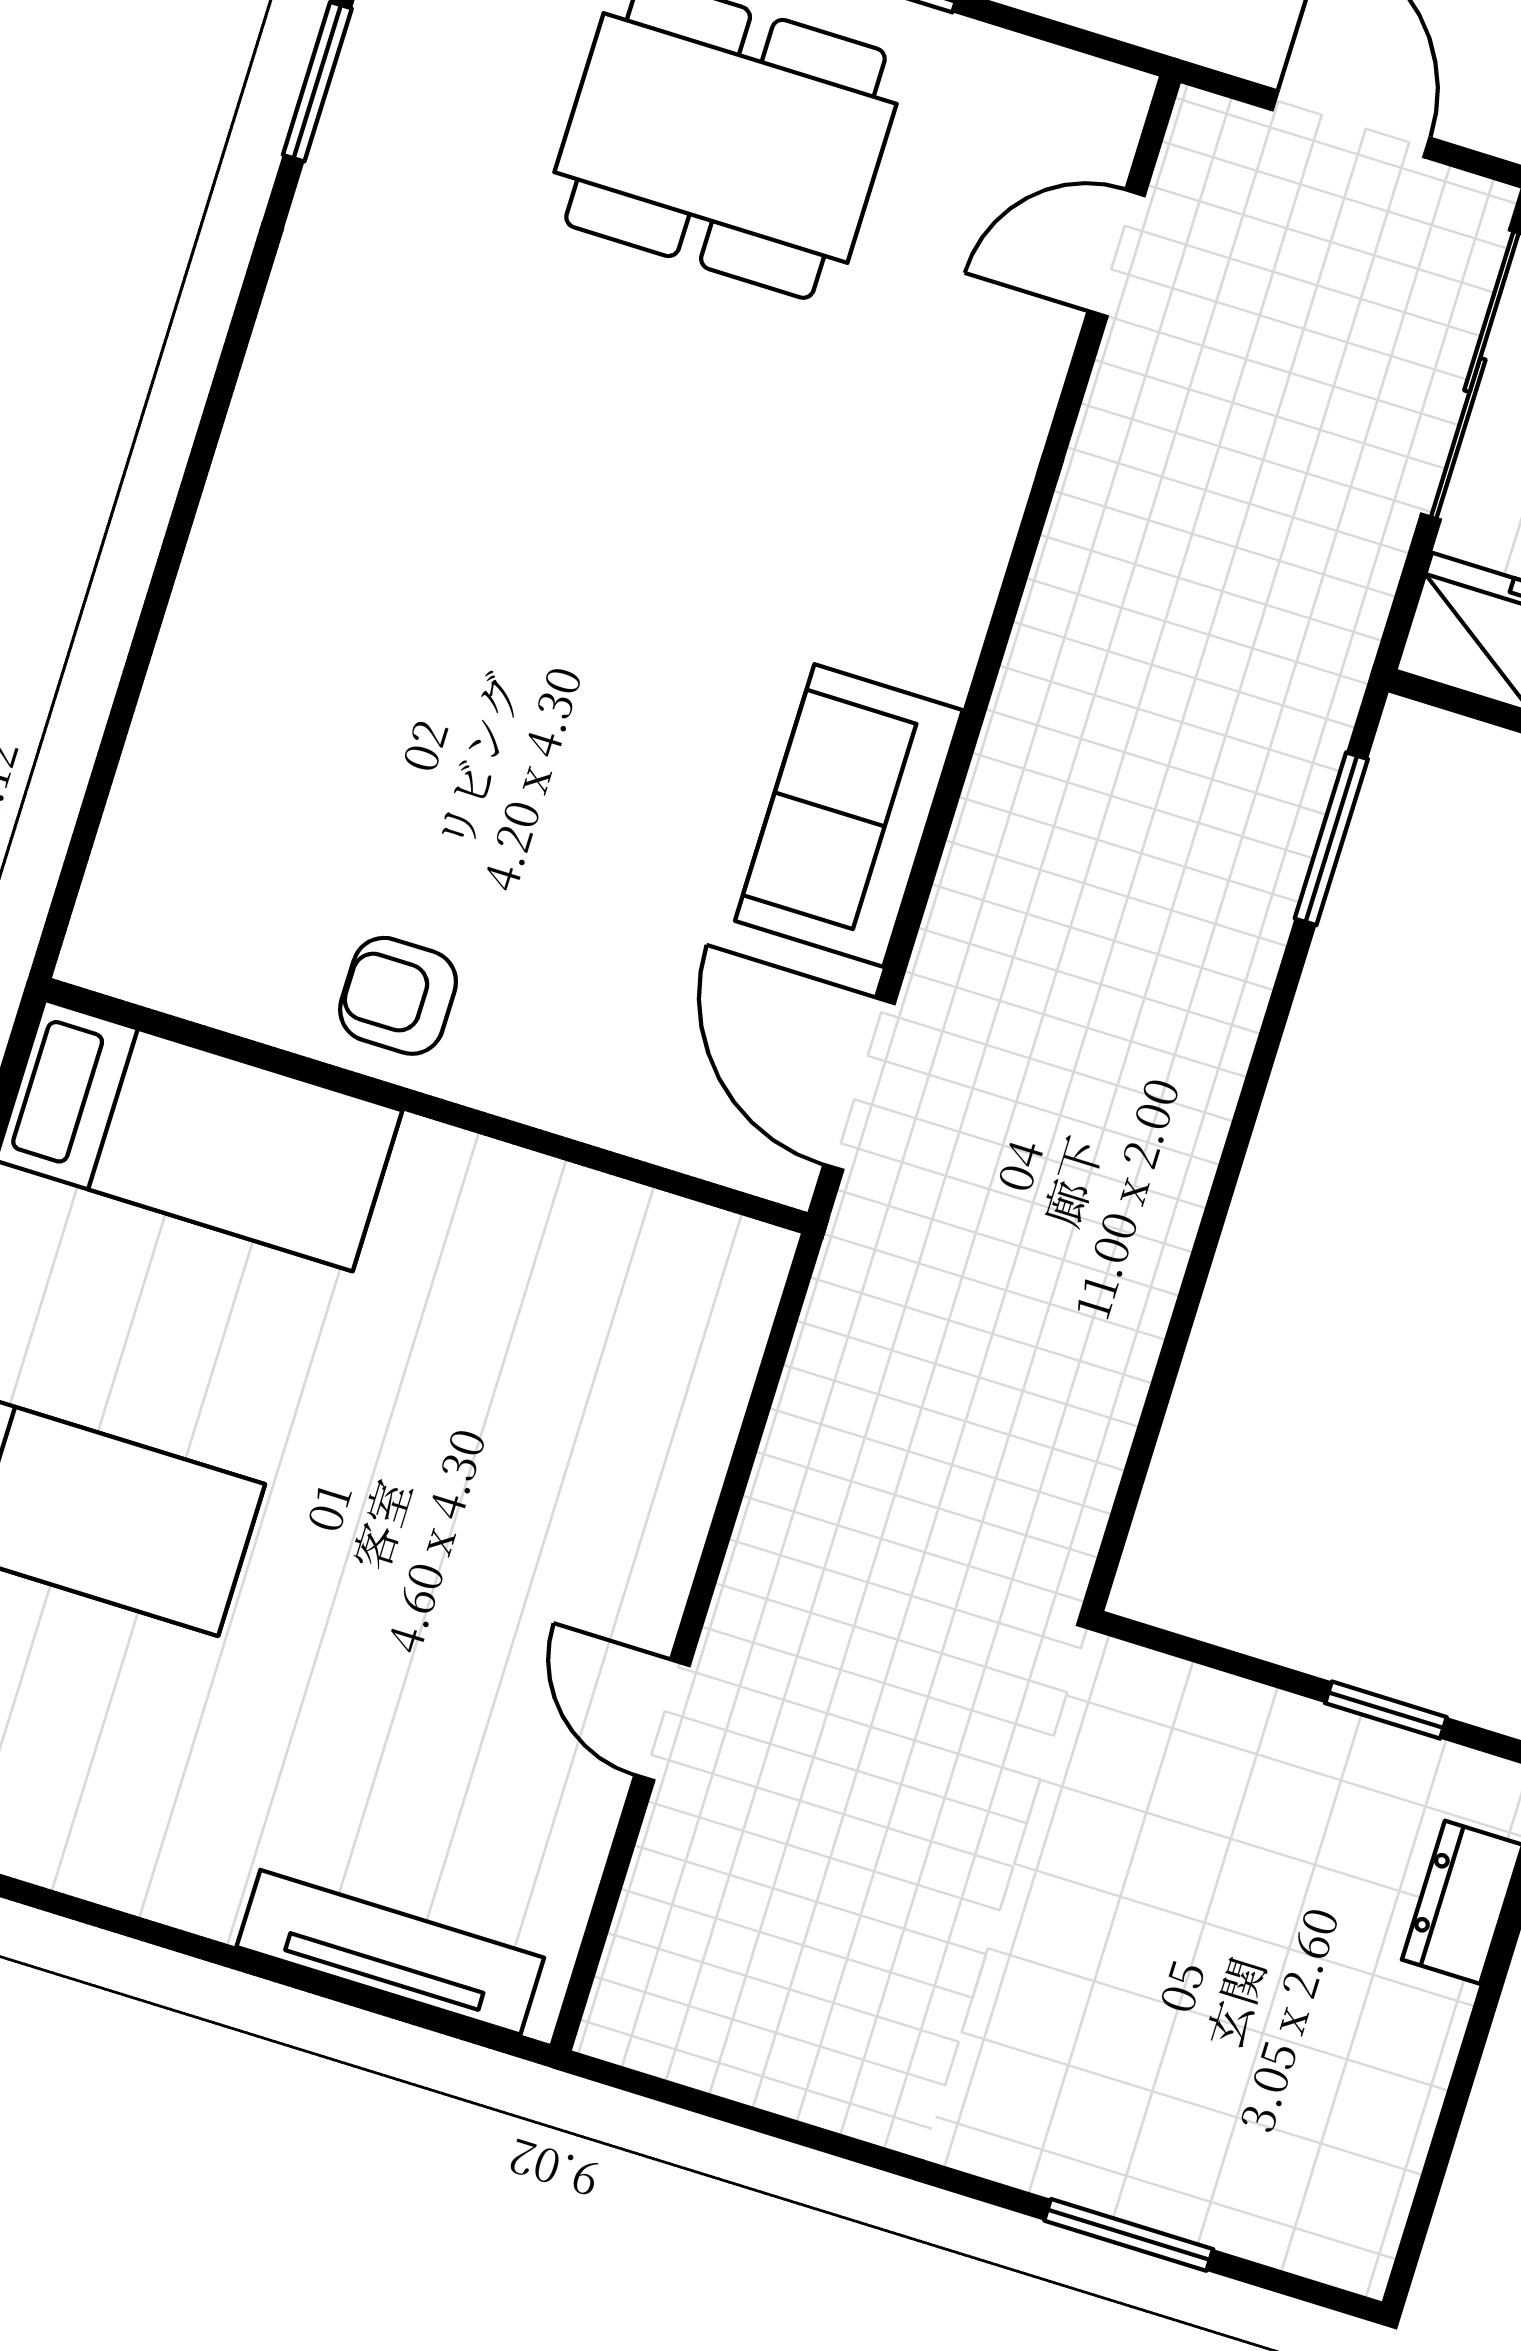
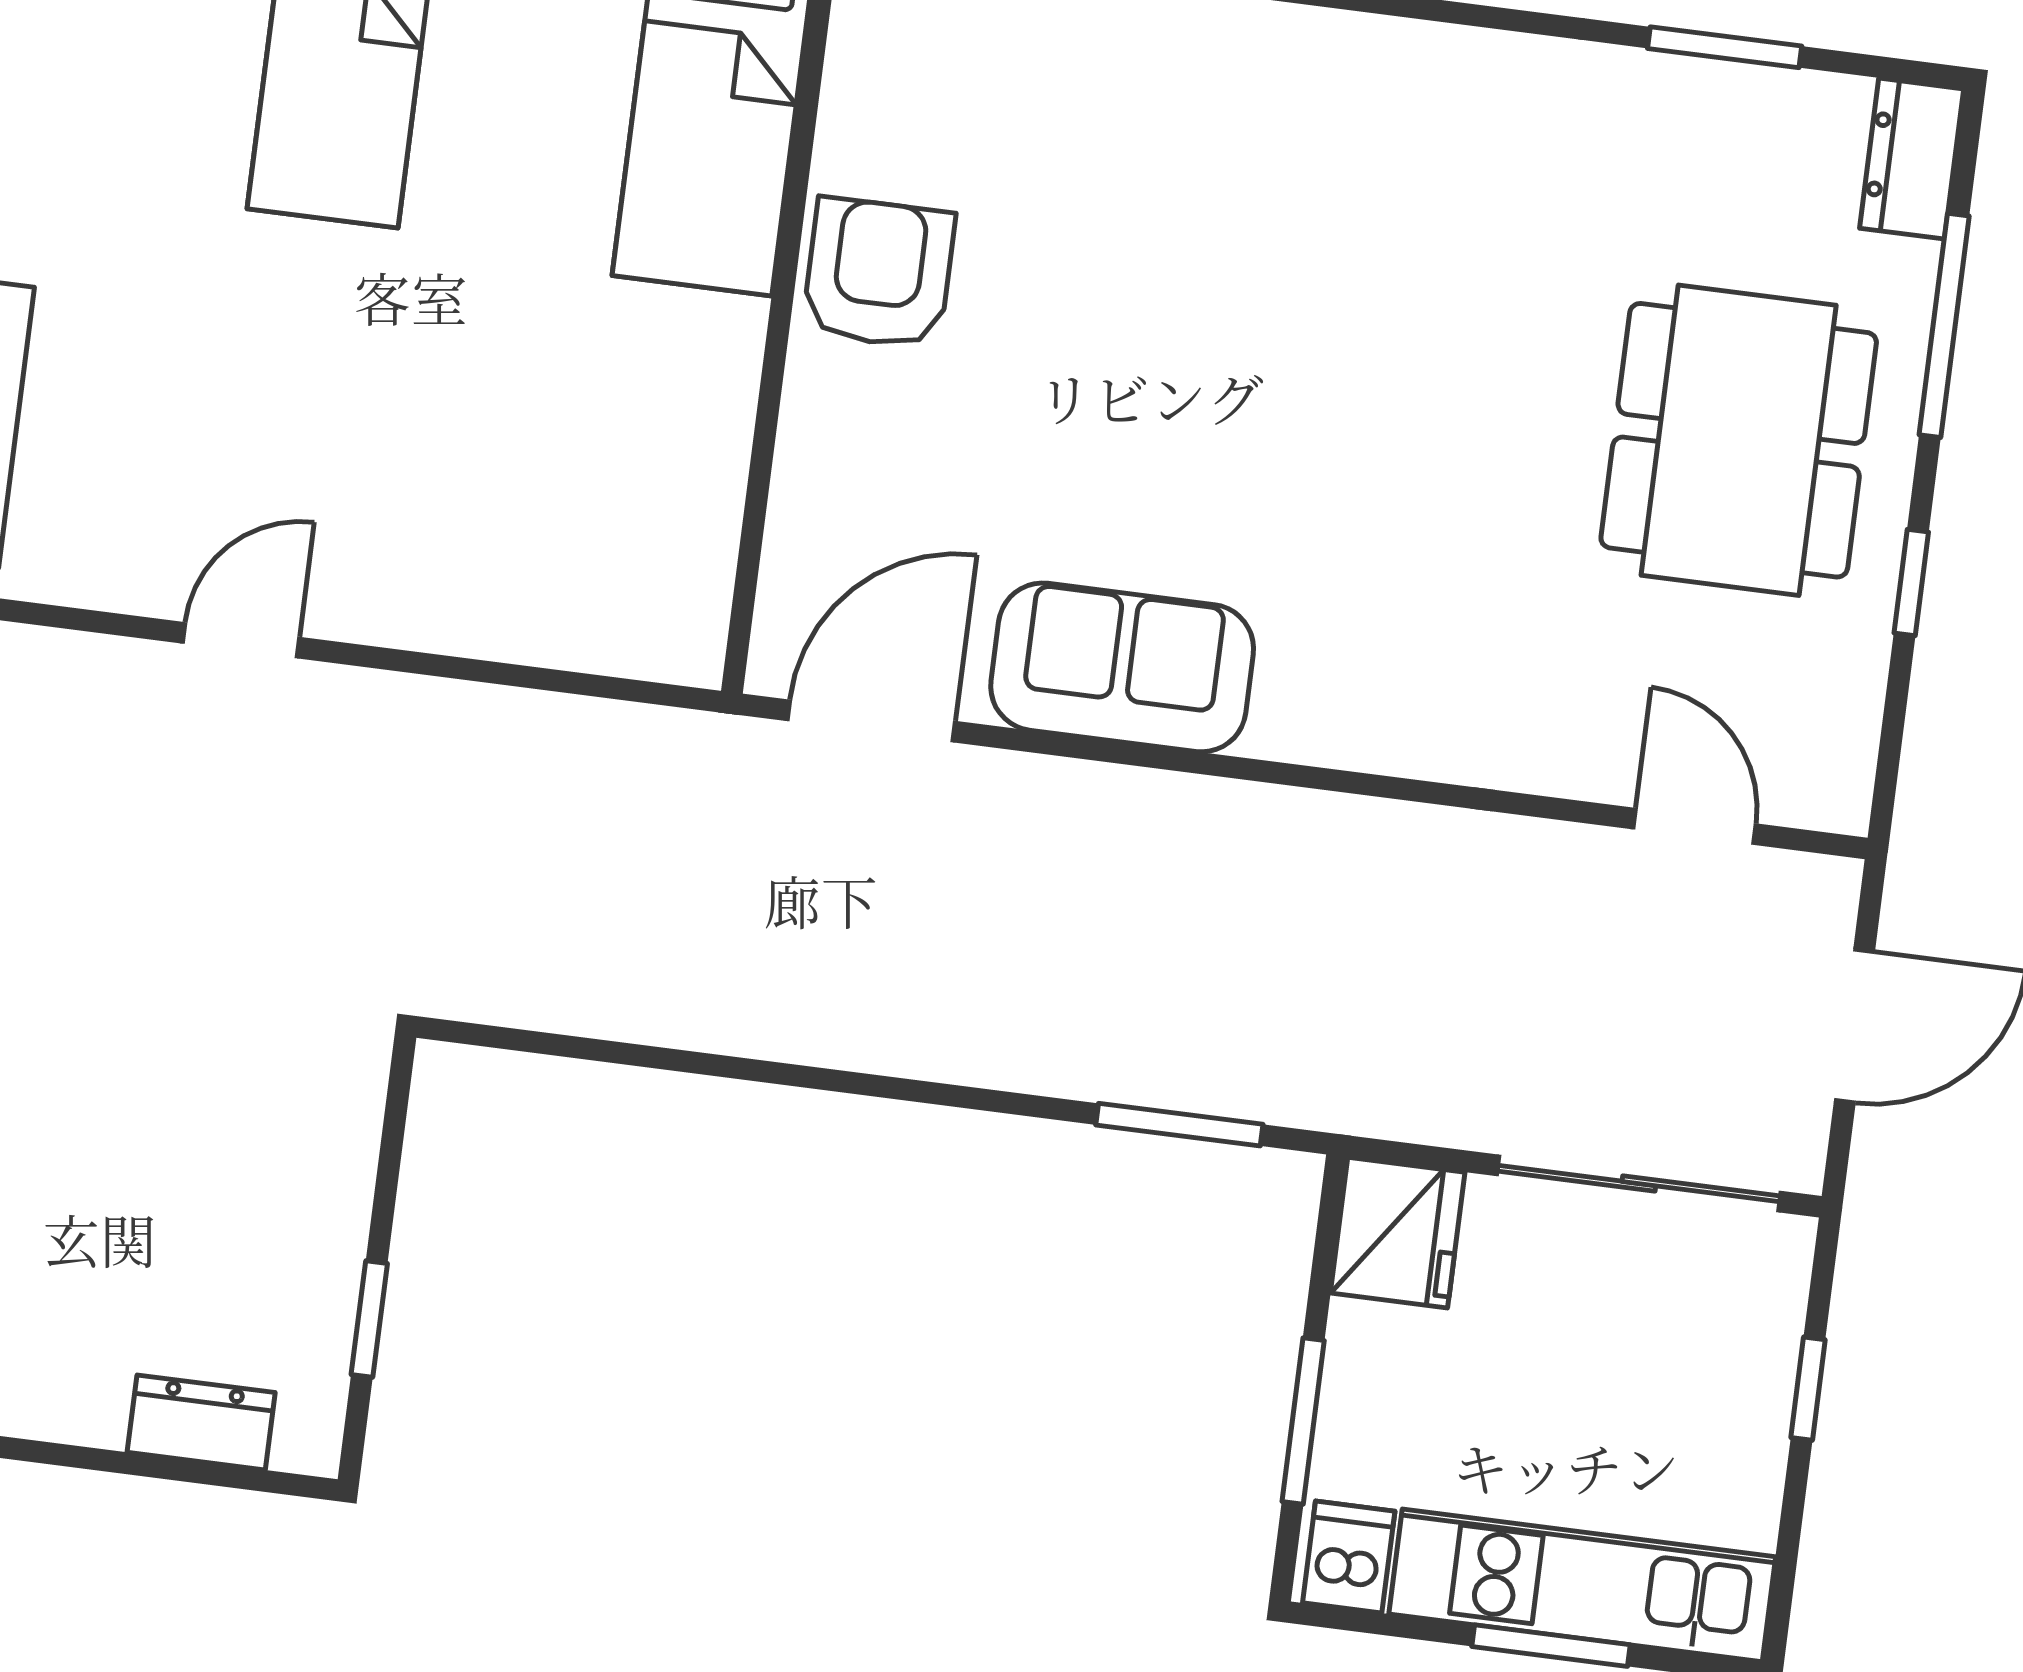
armchair: (398, 996) -> (879, 273), width x1.38, depth x1.38

